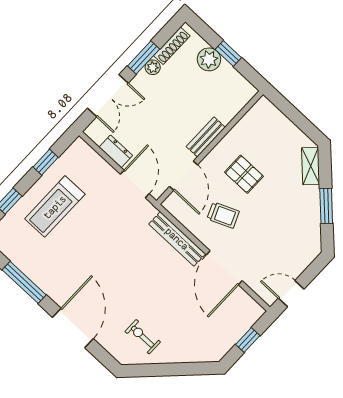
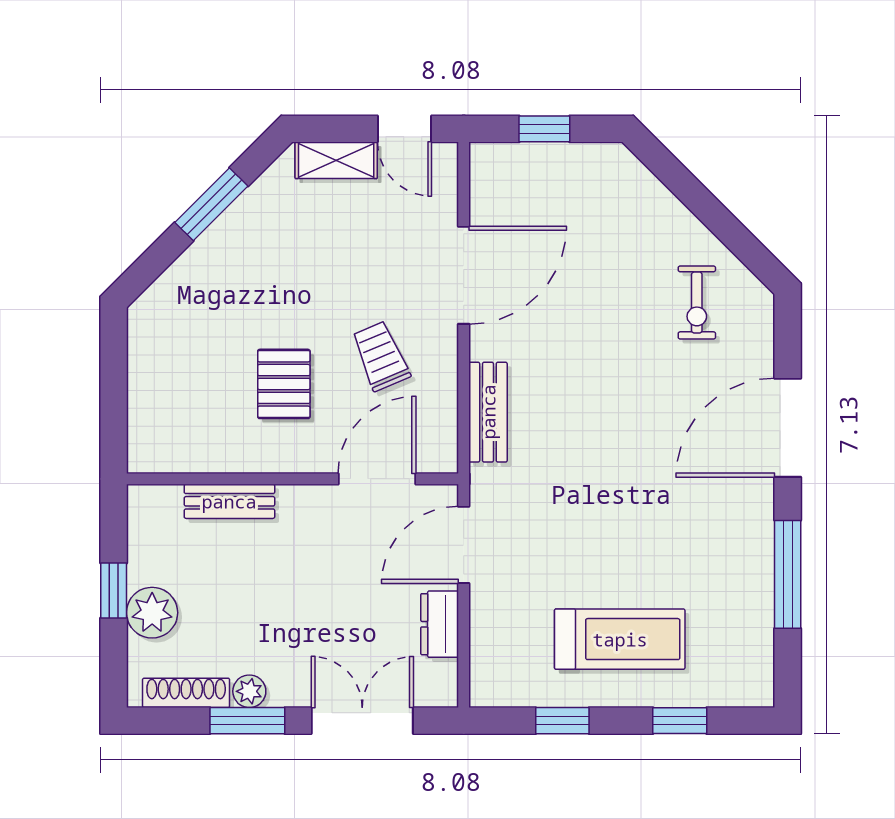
bench: (206, 137) -> (229, 501), moved
shelving: (311, 166) -> (336, 160), moved, turned 45
bench: (177, 239) -> (488, 412), width x0.73

